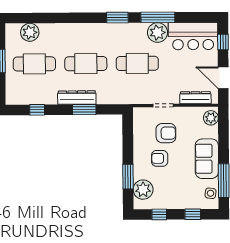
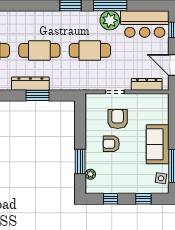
plant: (211, 118) -> (162, 104), removed
armchair: (166, 133) -> (118, 119), turned -90
plant: (143, 190) -> (90, 174), width x0.53, depth x0.53

